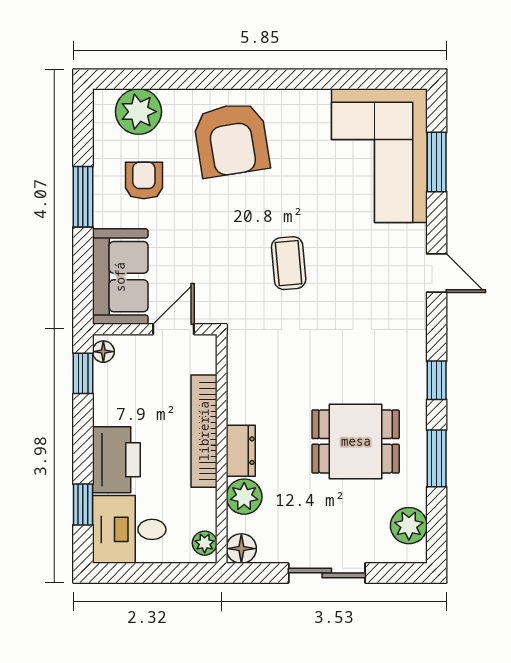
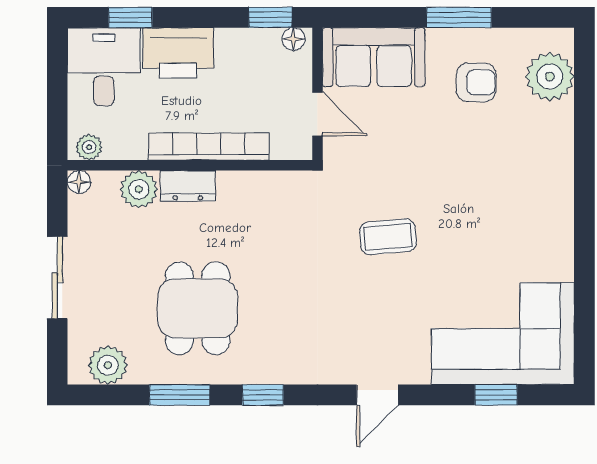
armchair: (231, 140) -> (520, 176), removed
window: (437, 162) -> (496, 395), width x0.67
floor lamp: (241, 549) -> (79, 182), width x0.73, depth x0.73

